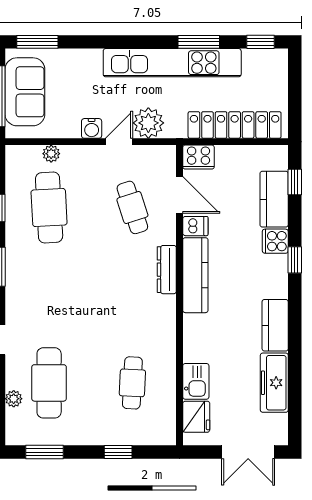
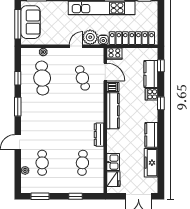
water cooler: (92, 128) -> (103, 40), moved
dresser: (167, 270) -> (99, 135), moved
cafe table: (49, 383) -> (42, 163), width x0.73, depth x0.74

